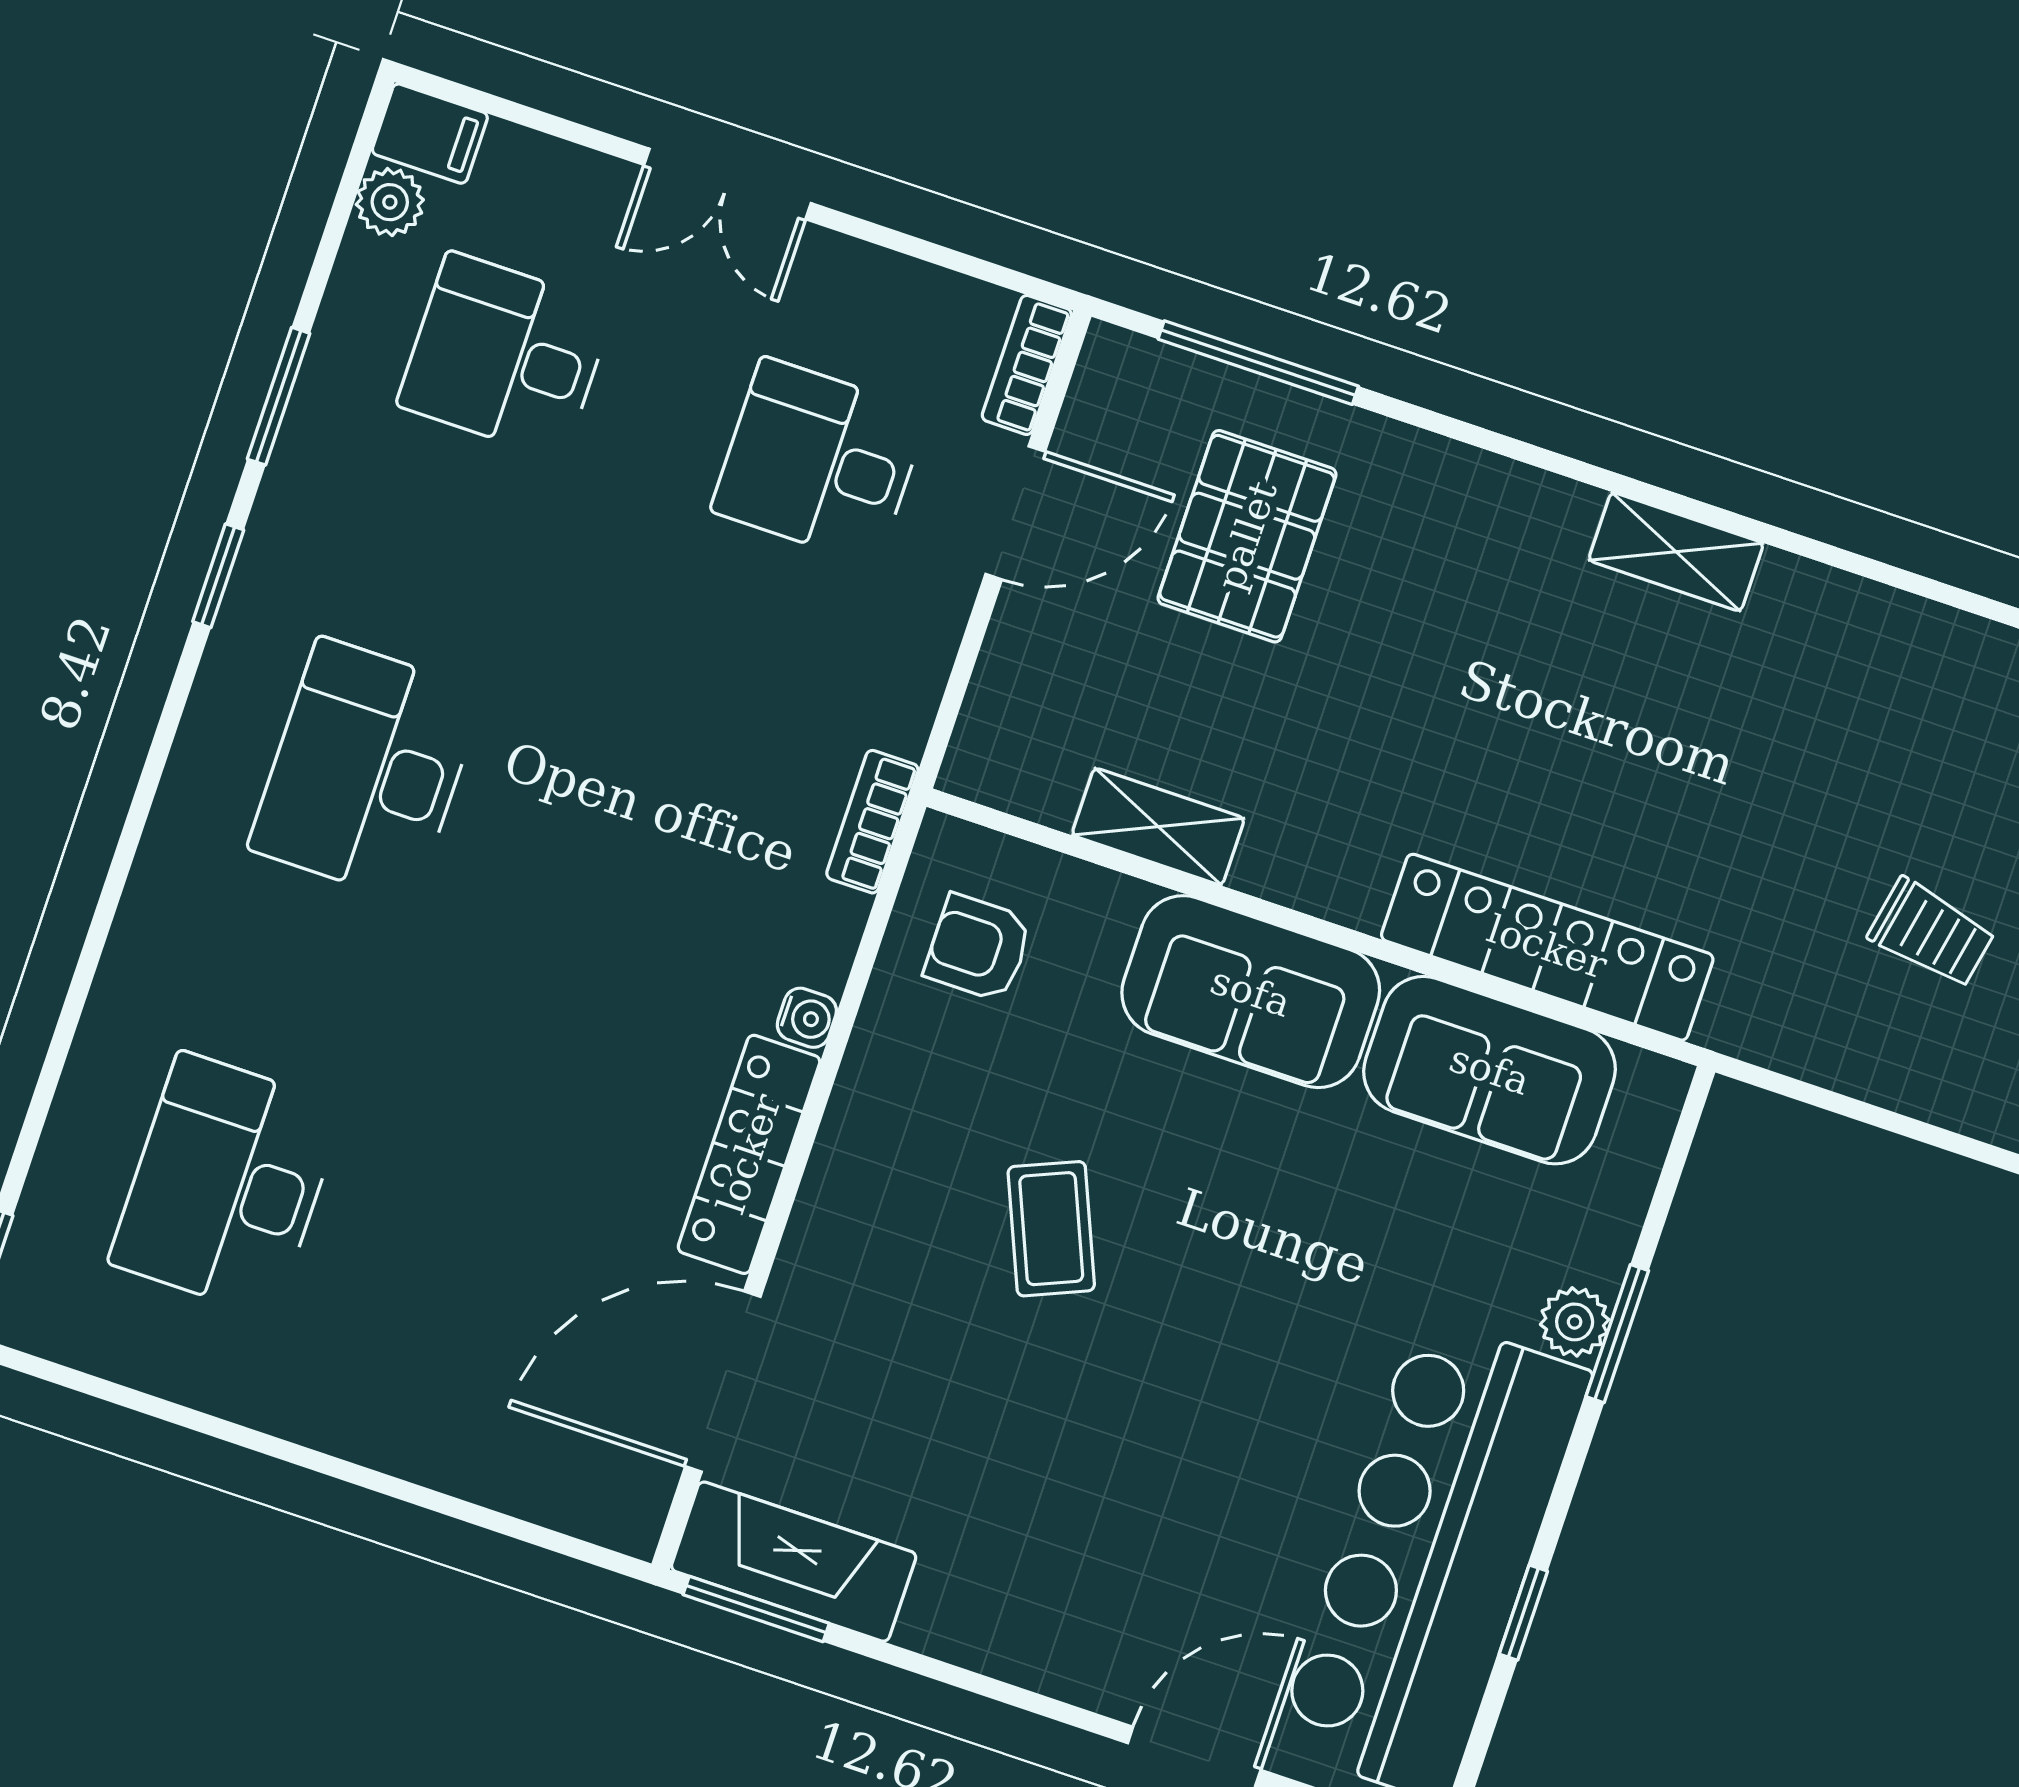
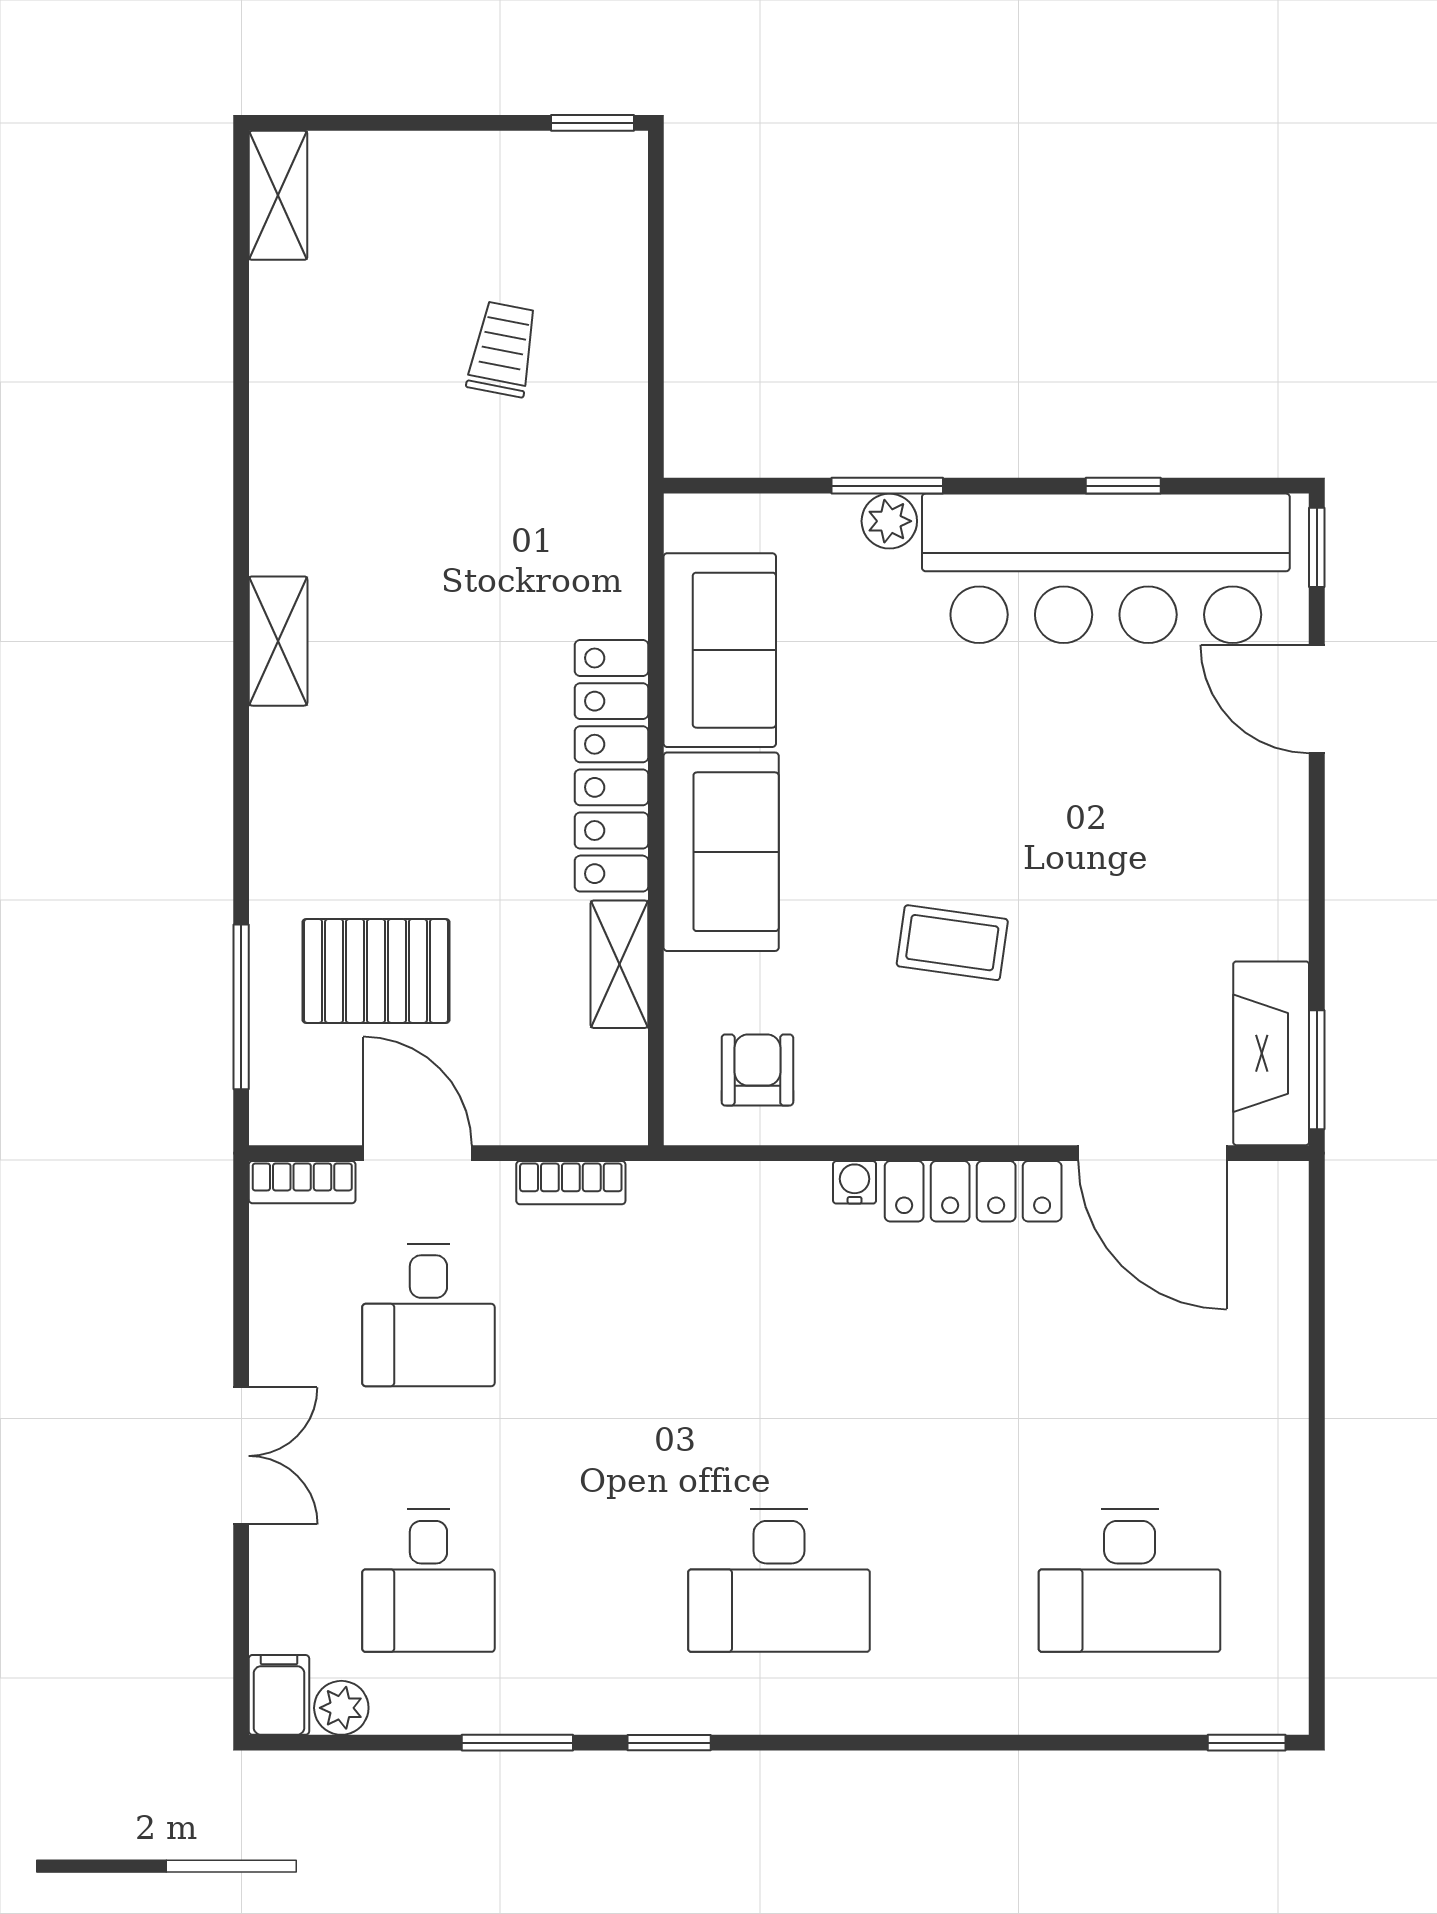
bookcase: (872, 822) -> (571, 1183), moved
locker: (1547, 947) -> (612, 766), moved
armchair: (978, 948) -> (757, 1070), turned 180
coffee table: (1051, 1229) -> (952, 943), turned 31

